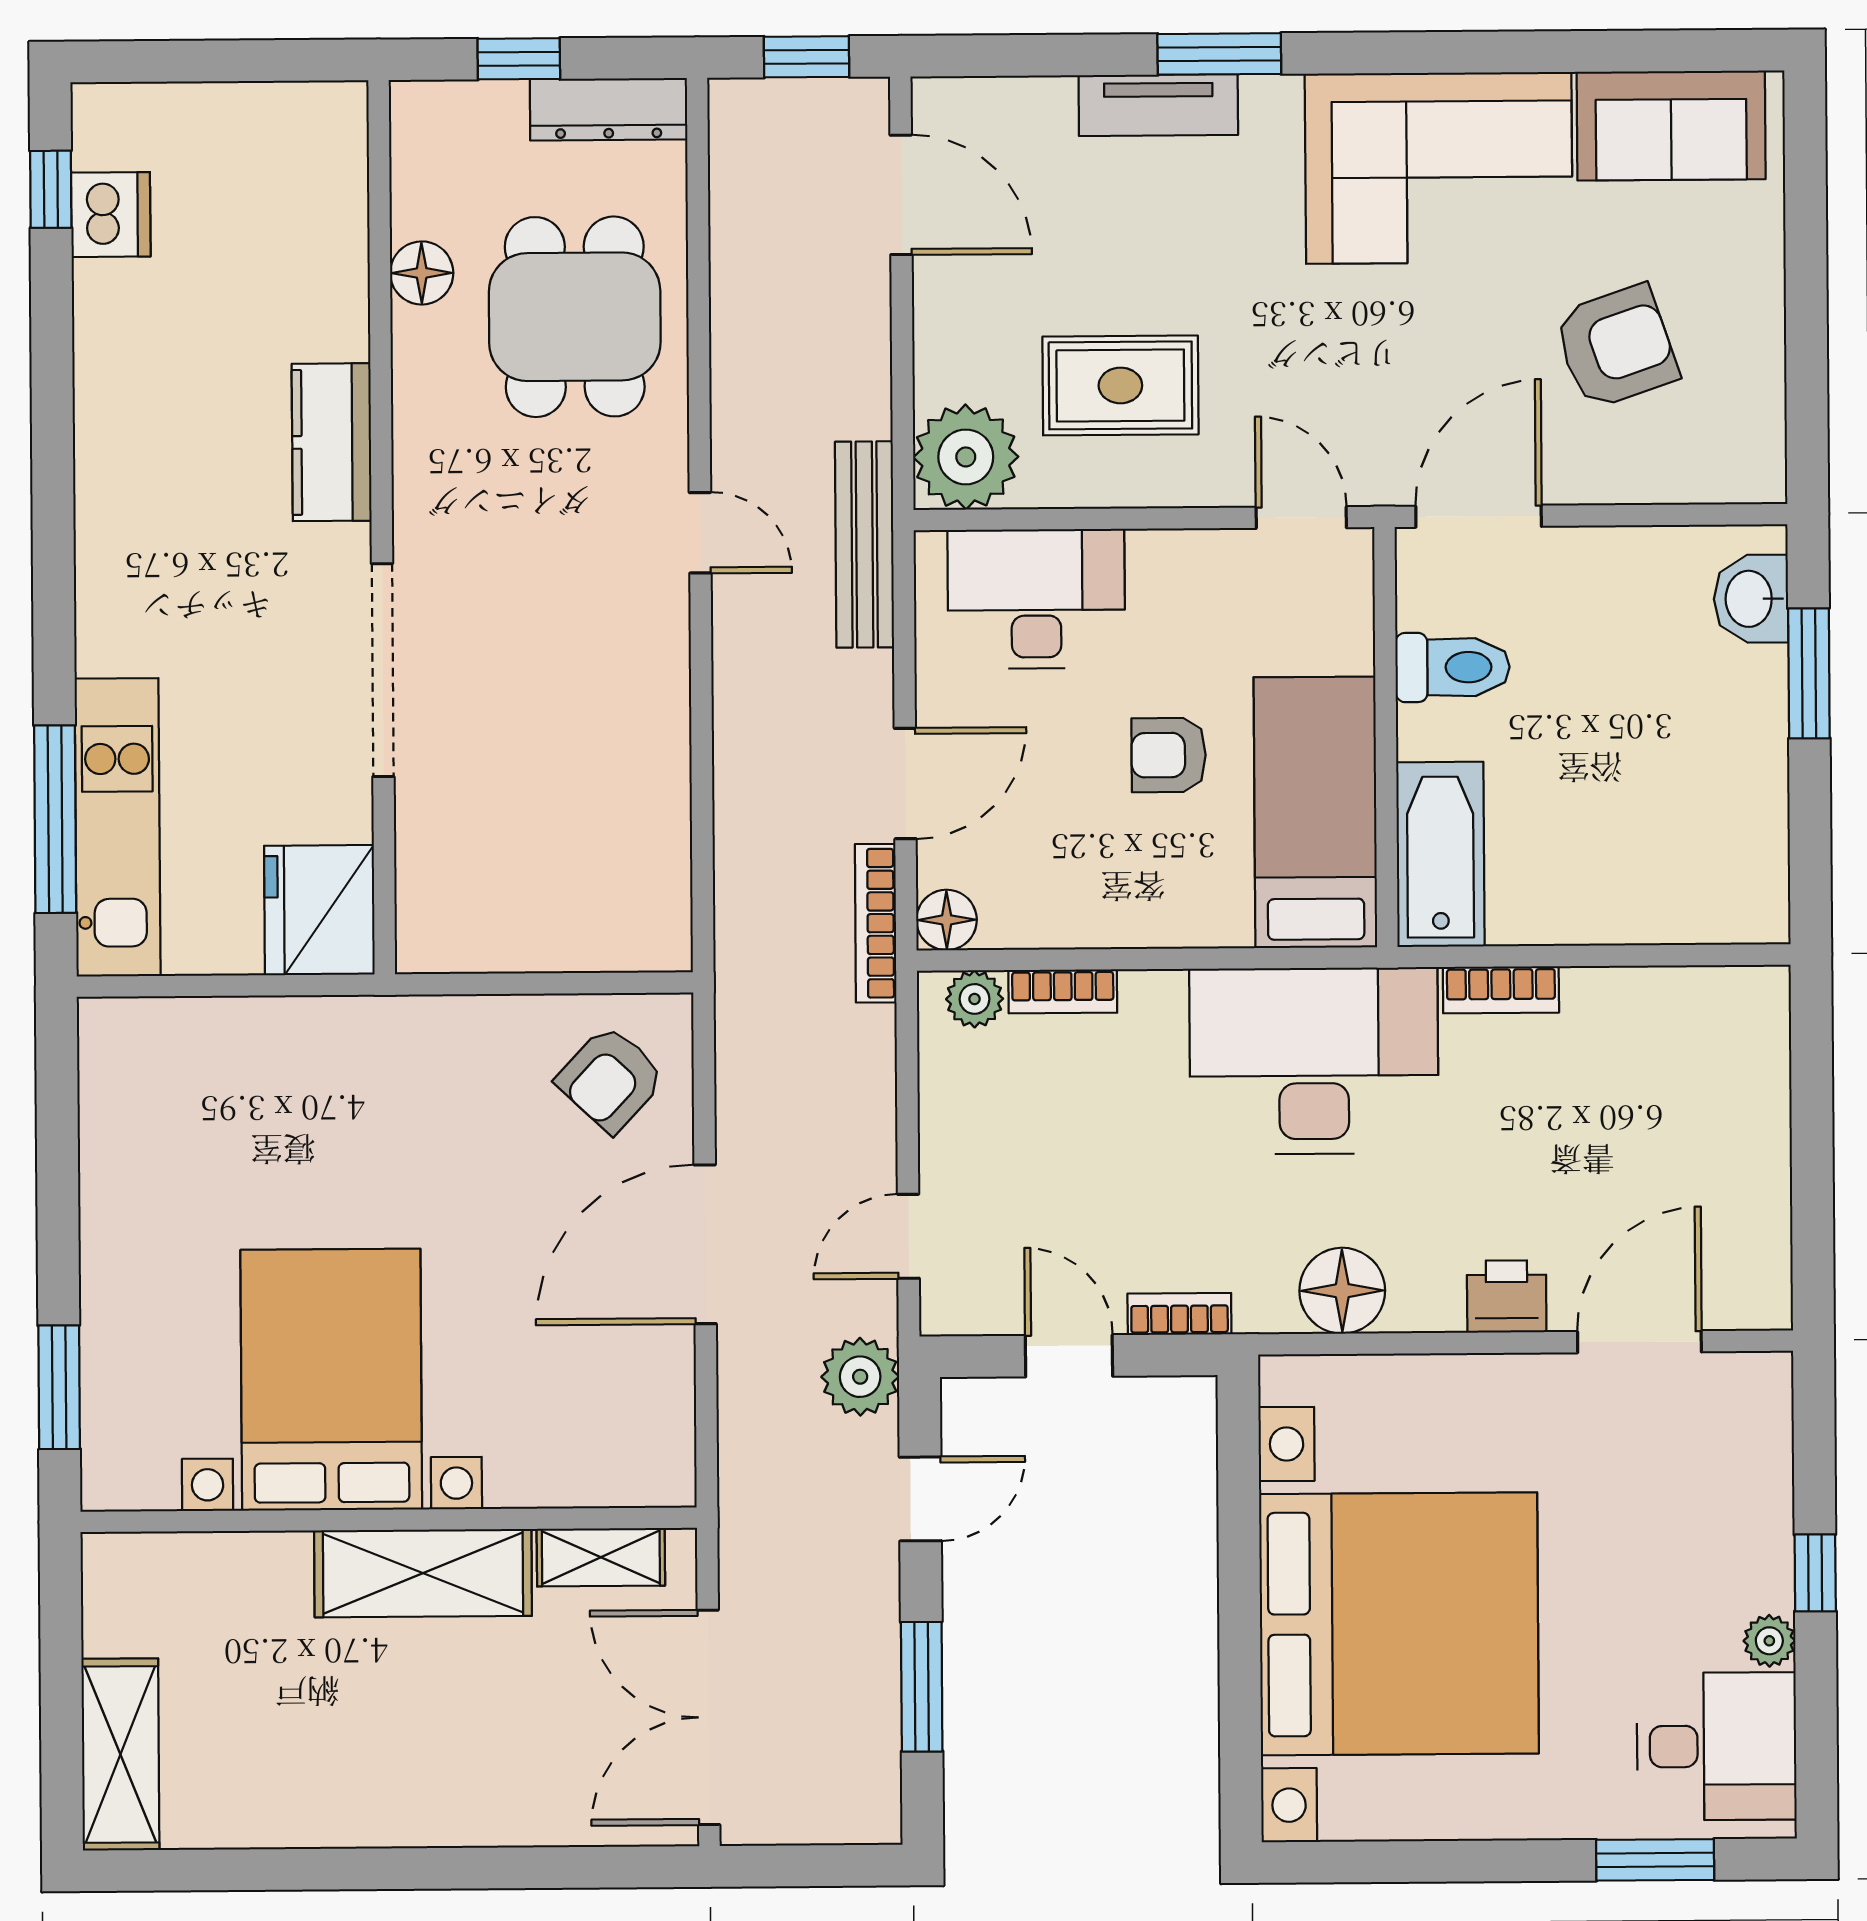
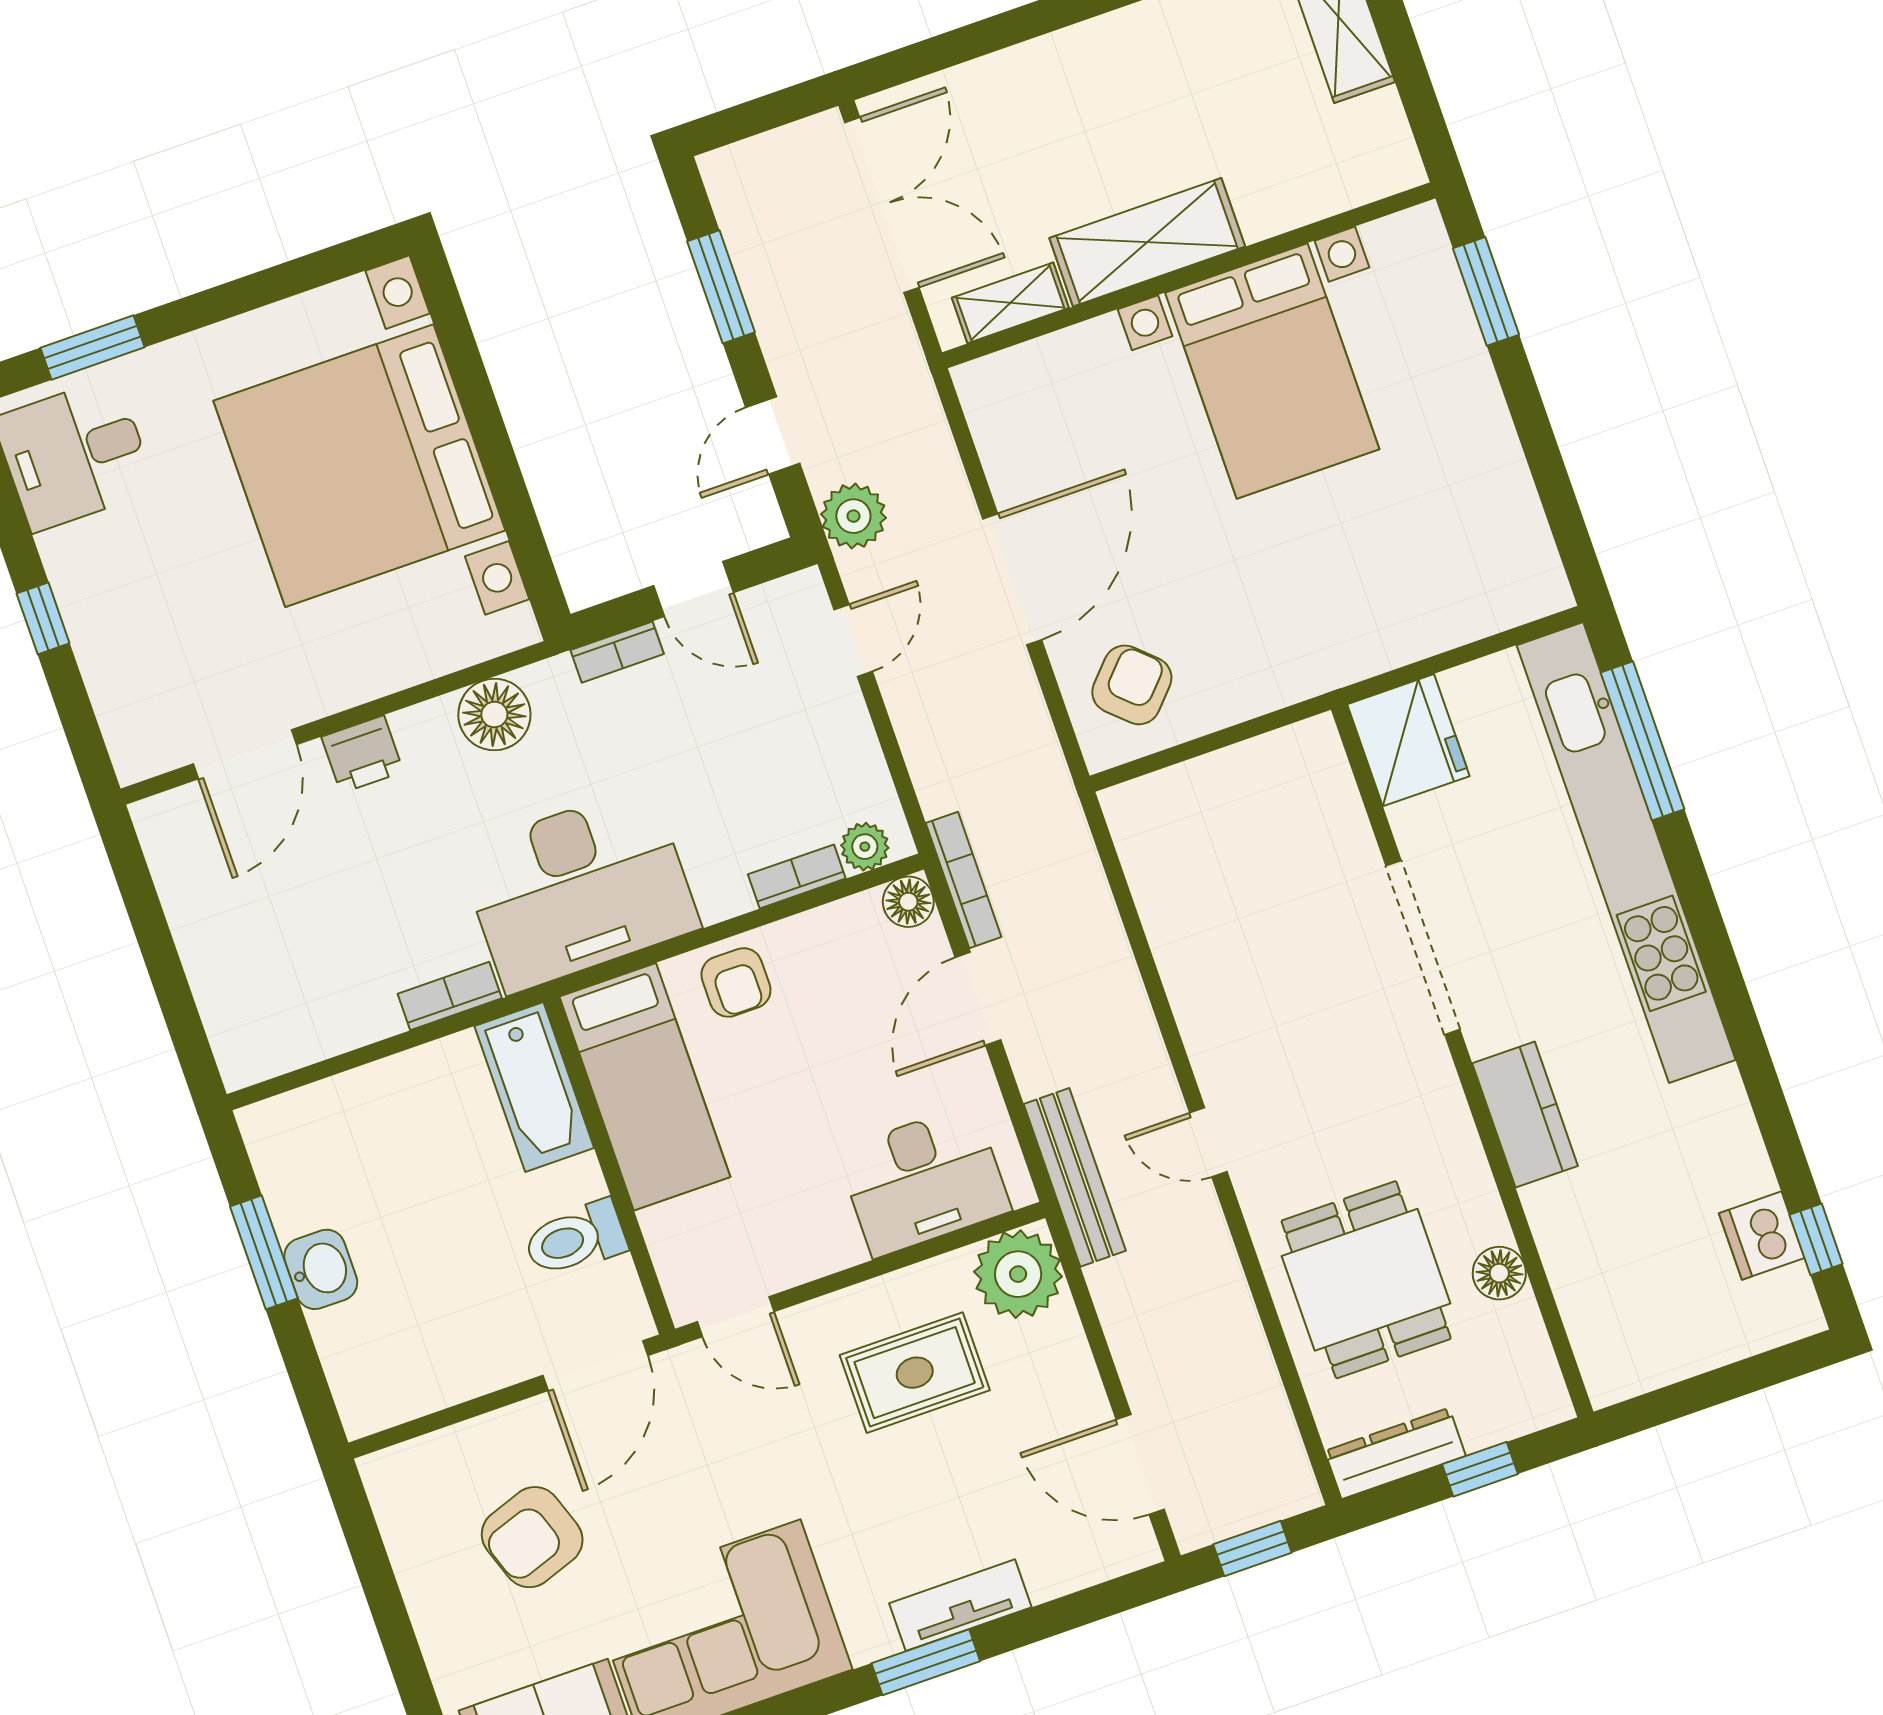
washbasin: (1751, 599) -> (321, 1269), moved
window: (1809, 673) -> (264, 1252), moved
armchair: (1169, 755) -> (736, 982), moved, turned 90
kitchen unit: (118, 827) -> (1626, 853), width x1.86
plant: (1769, 1641) -> (61, 552), removed

